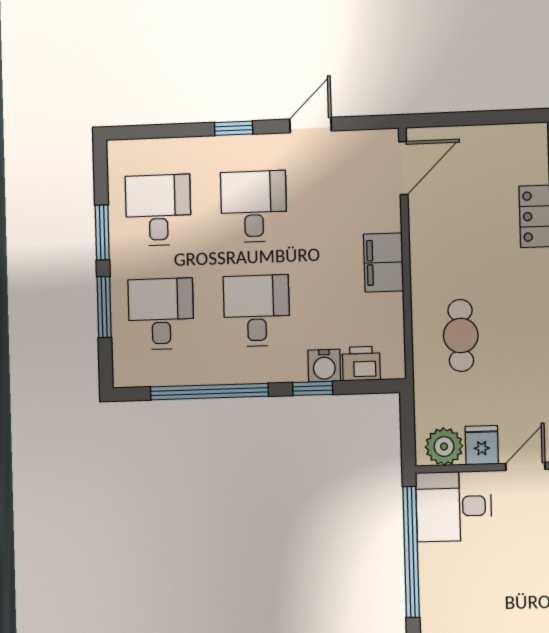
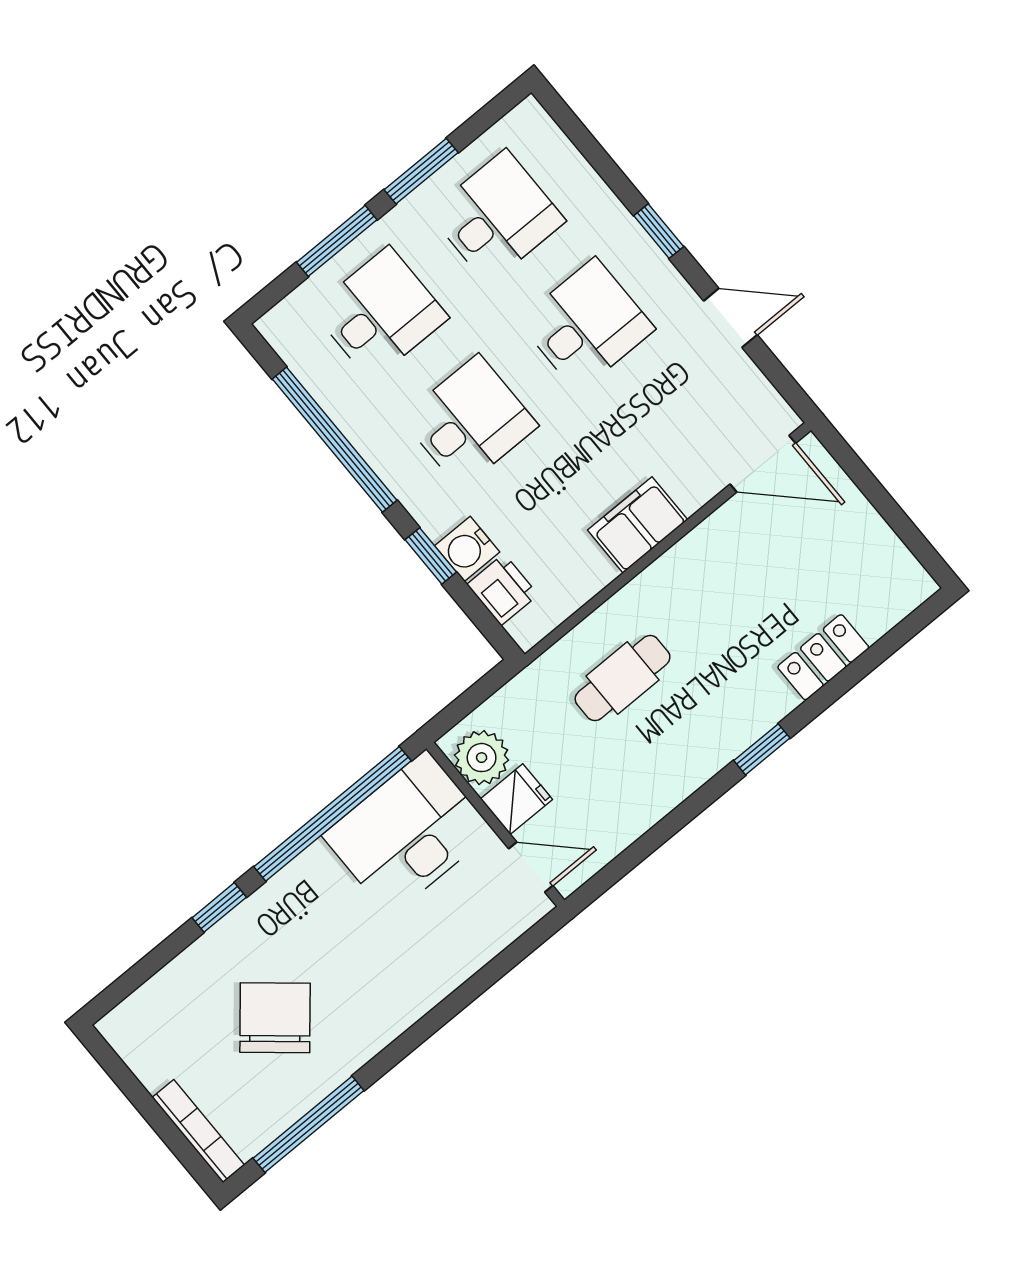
desk: (454, 506) -> (408, 833), width x1.37

